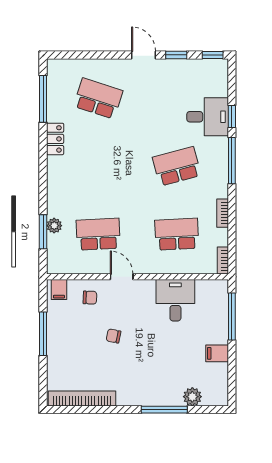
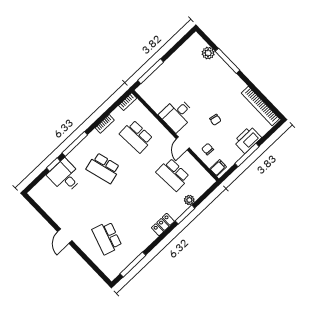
window: (176, 55) -> (49, 220), removed
window: (213, 55) -> (32, 203), removed
locker: (55, 139) -> (163, 224), moved
window: (43, 232) -> (185, 215), moved
desk: (175, 300) -> (177, 114), moved
printer: (59, 350) -> (247, 140), added
filing cabinet: (217, 353) -> (175, 61), removed

